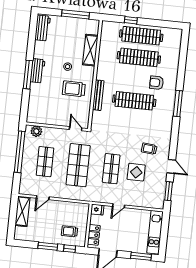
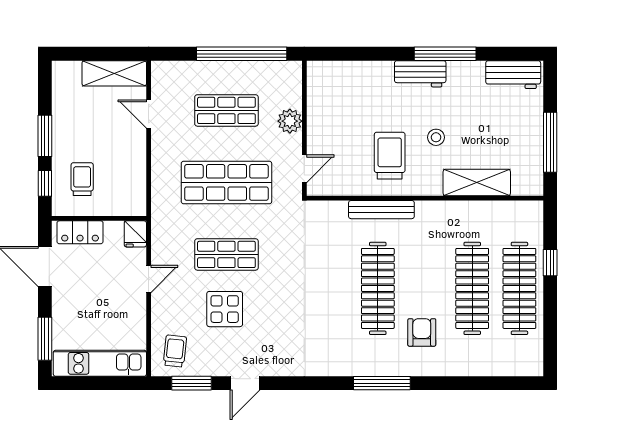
window: (28, 75) -> (445, 54), moved
plant: (36, 131) -> (290, 121), moved
trolley: (149, 149) -> (175, 351), moved
door: (119, 206) -> (149, 279), swing flipped

